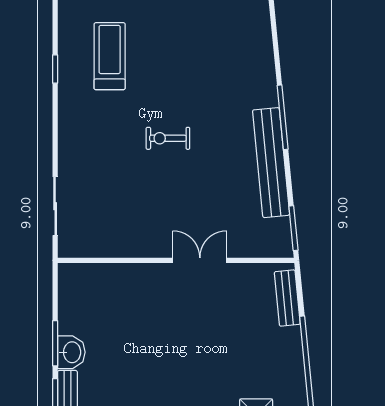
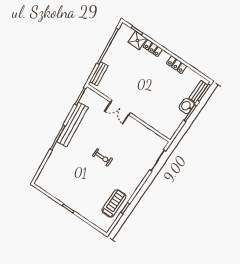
treadmill: (110, 56) -> (114, 203), moved, turned 180

